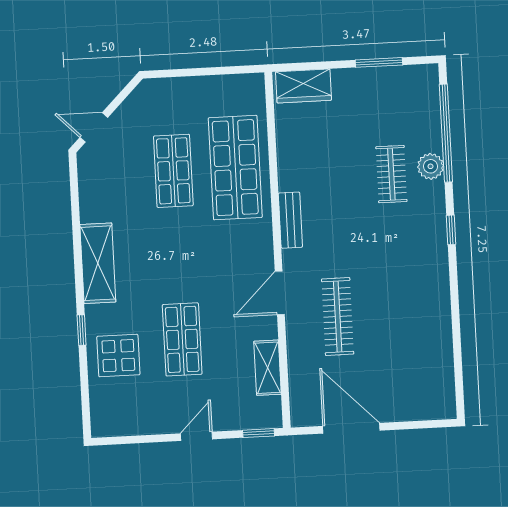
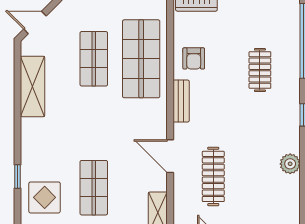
armchair: (304, 164) -> (194, 58), added
plant: (431, 166) -> (290, 164), moved
shelving: (98, 263) -> (33, 86), moved
door: (280, 293) -> (170, 156), hinge flipped

